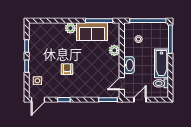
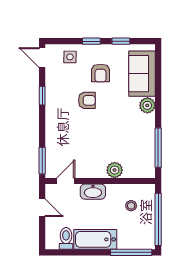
sofa: (92, 32) -> (142, 74), moved
armchair: (48, 60) -> (101, 73), added
door: (122, 84) -> (66, 181), hinge flipped

